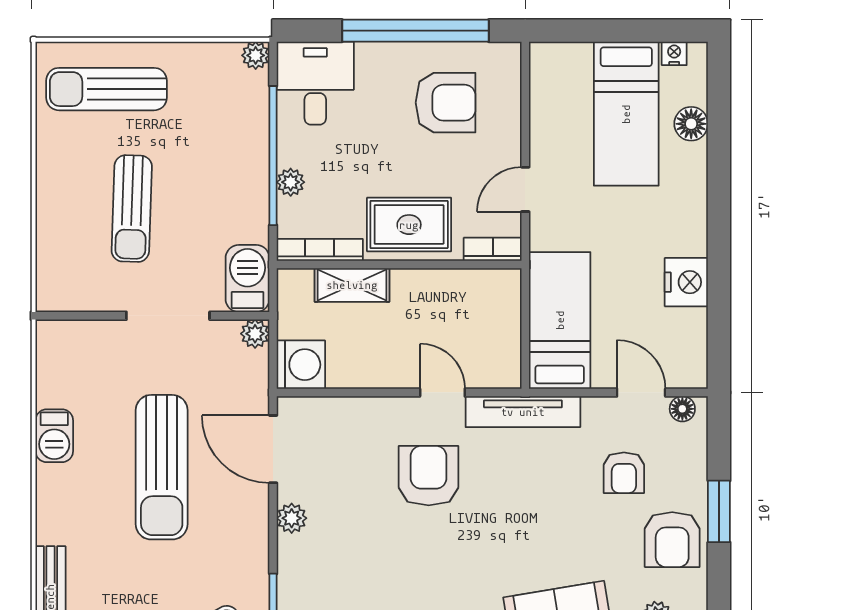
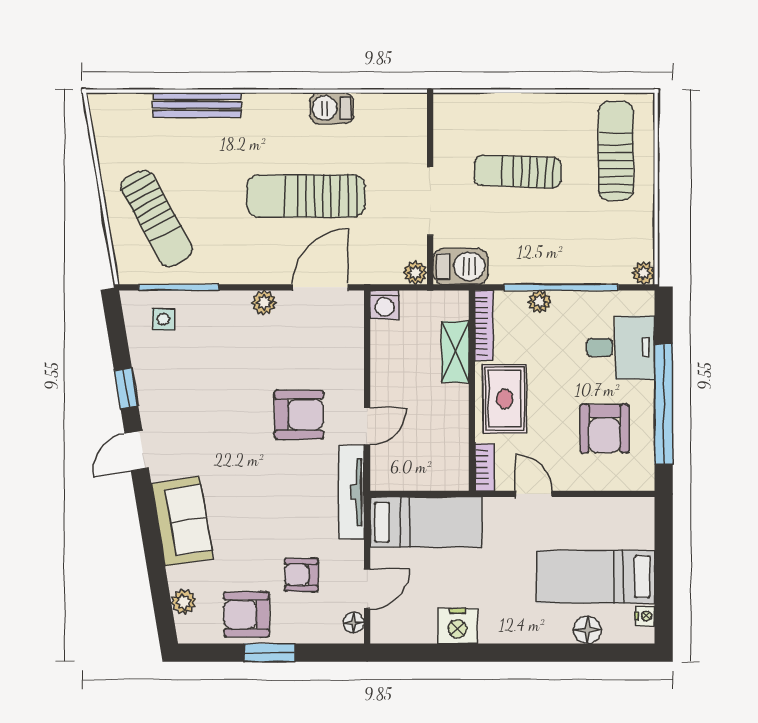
desk: (315, 83) -> (621, 347), moved
washing machine: (301, 365) -> (384, 305), width x0.73, depth x0.73

